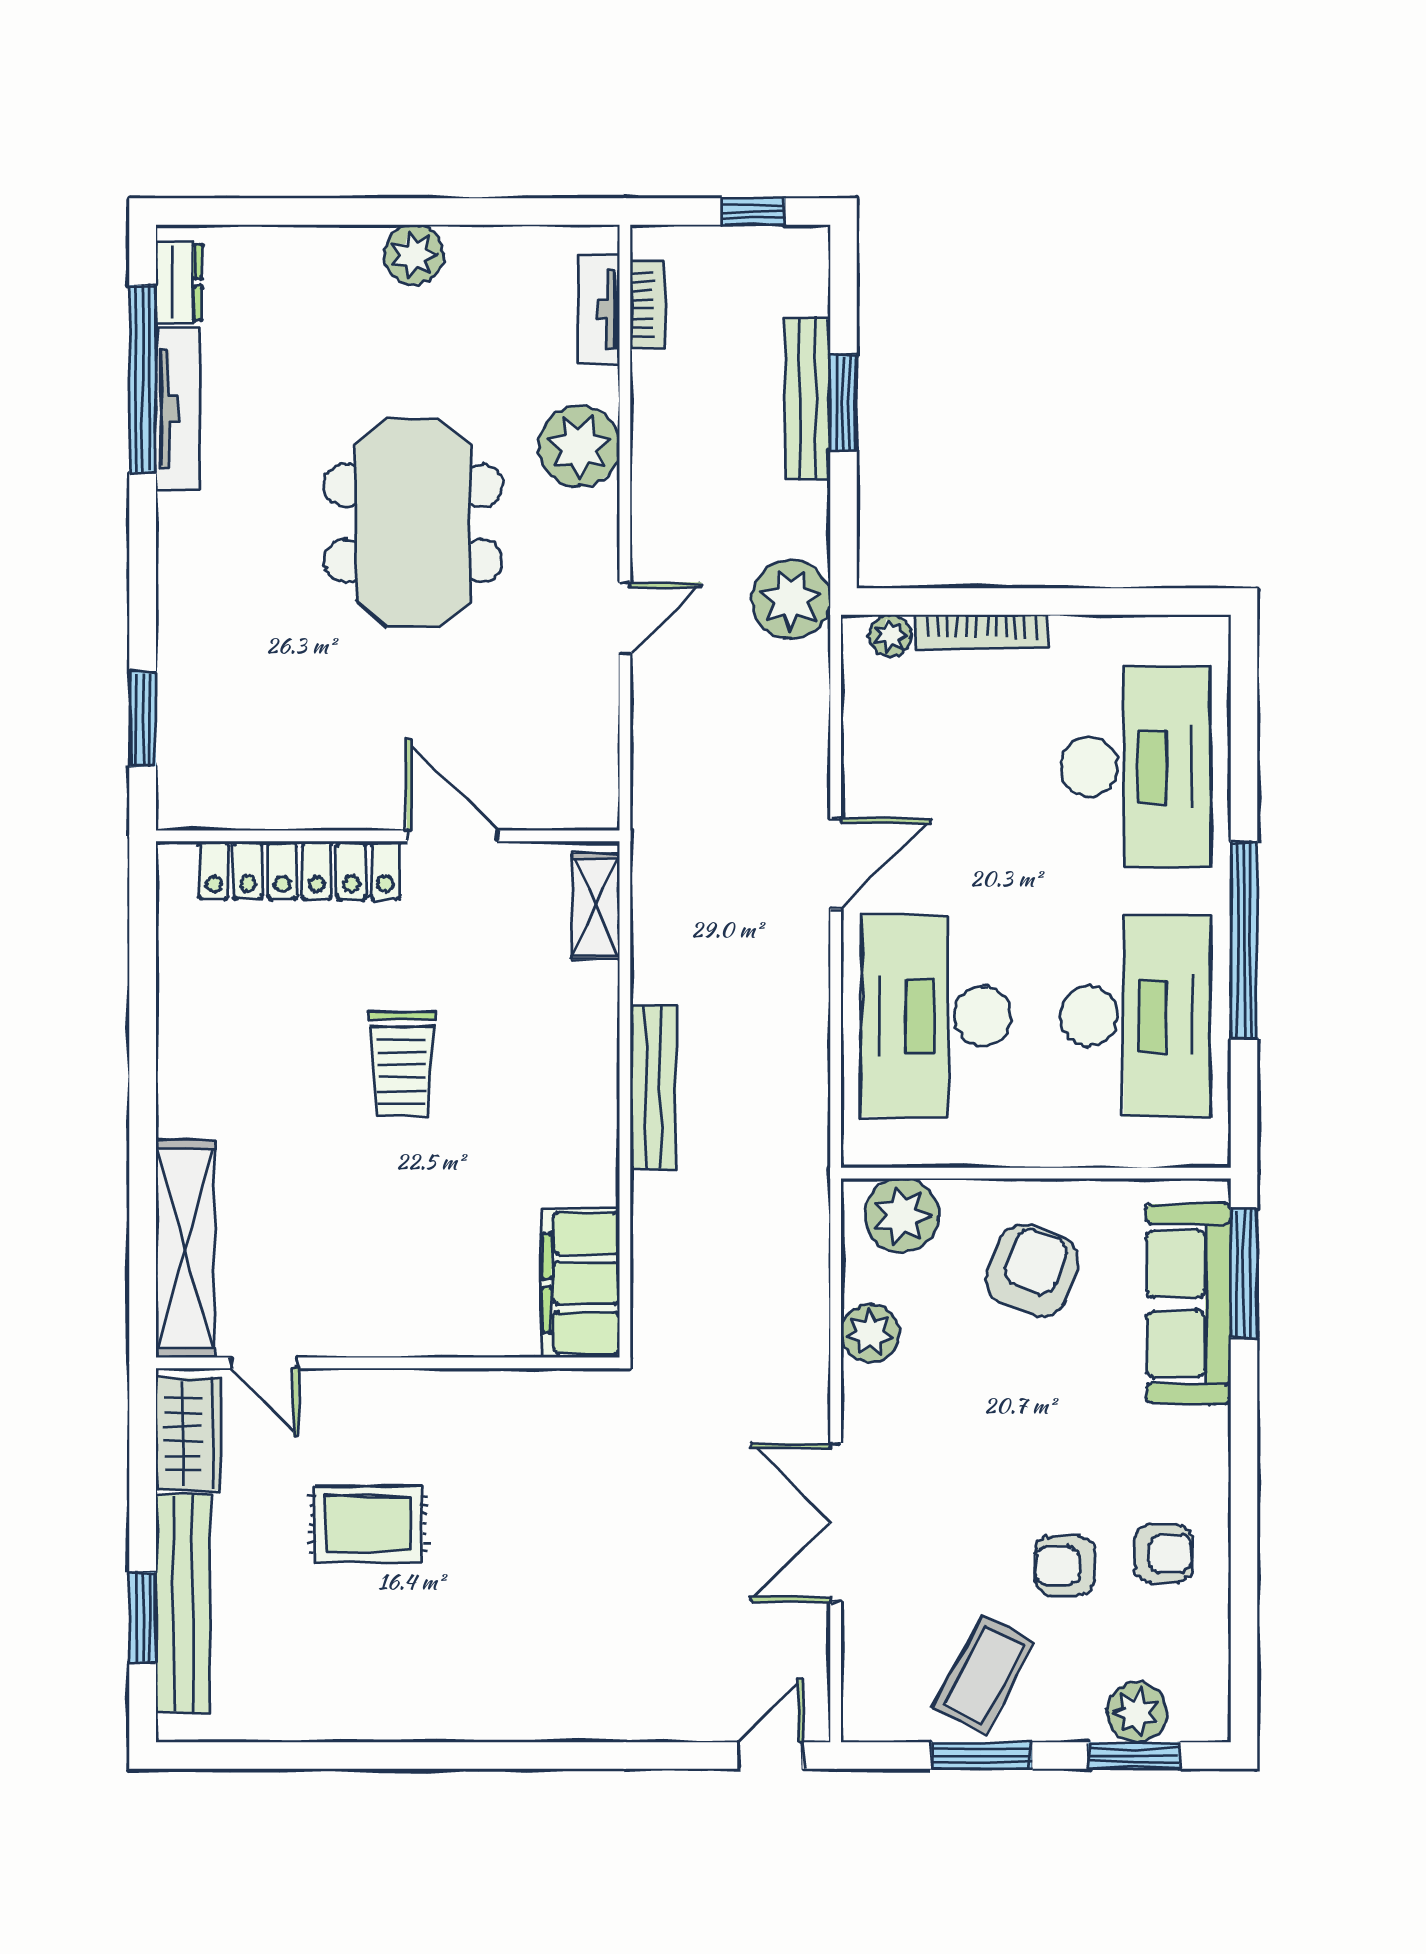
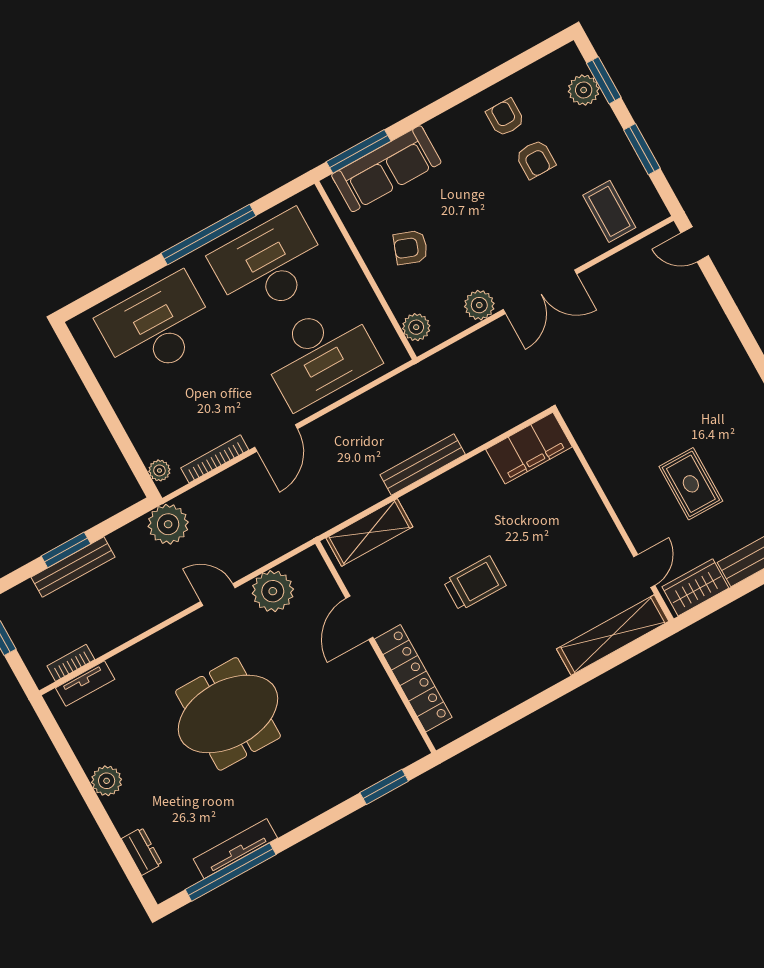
dresser: (179, 282) -> (142, 851), moved, turned 90
plant: (579, 446) -> (273, 591), moved
bookcase: (982, 632) -> (215, 459), moved, turned -90
door: (836, 864) -> (276, 438), swing flipped
shelving: (596, 907) -> (369, 532), width x1.50, depth x1.33
plant: (902, 1215) -> (416, 327), width x0.73, depth x0.73
armchair: (1032, 1271) -> (411, 247), width x0.72, depth x0.72
double door: (836, 1523) -> (540, 292), moved
coffee table: (984, 1675) -> (609, 211), moved, turned 62

